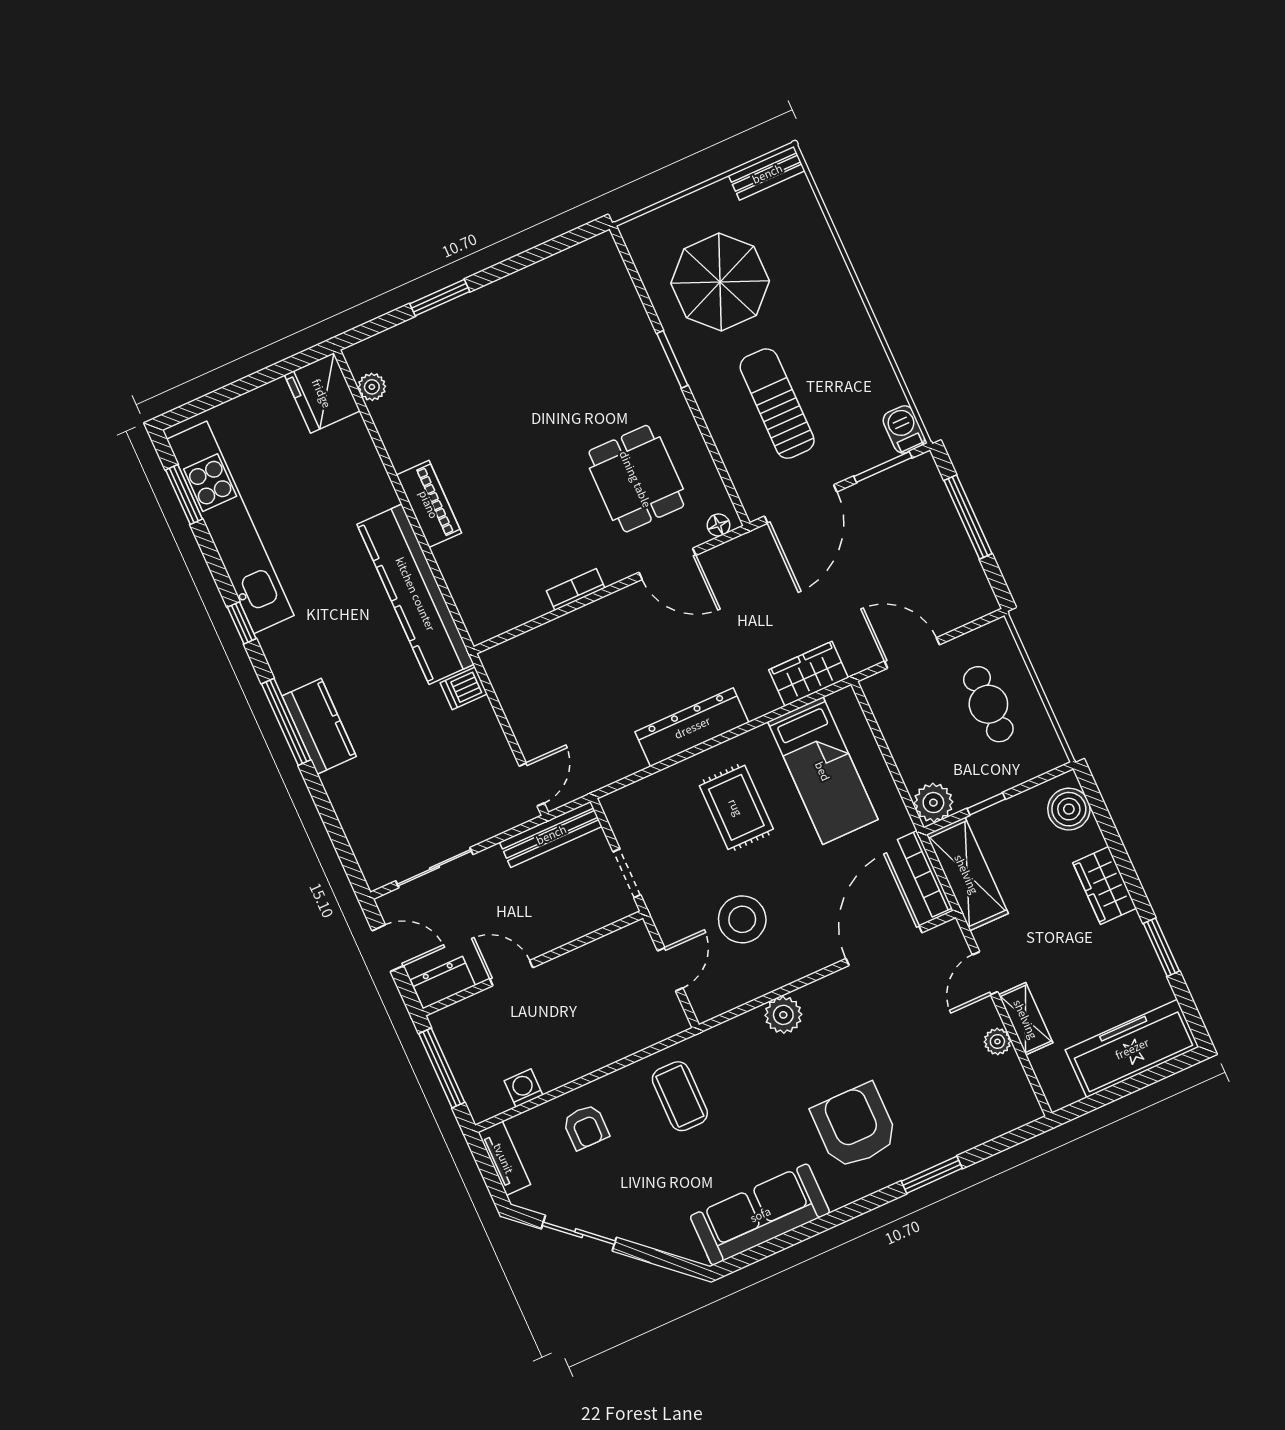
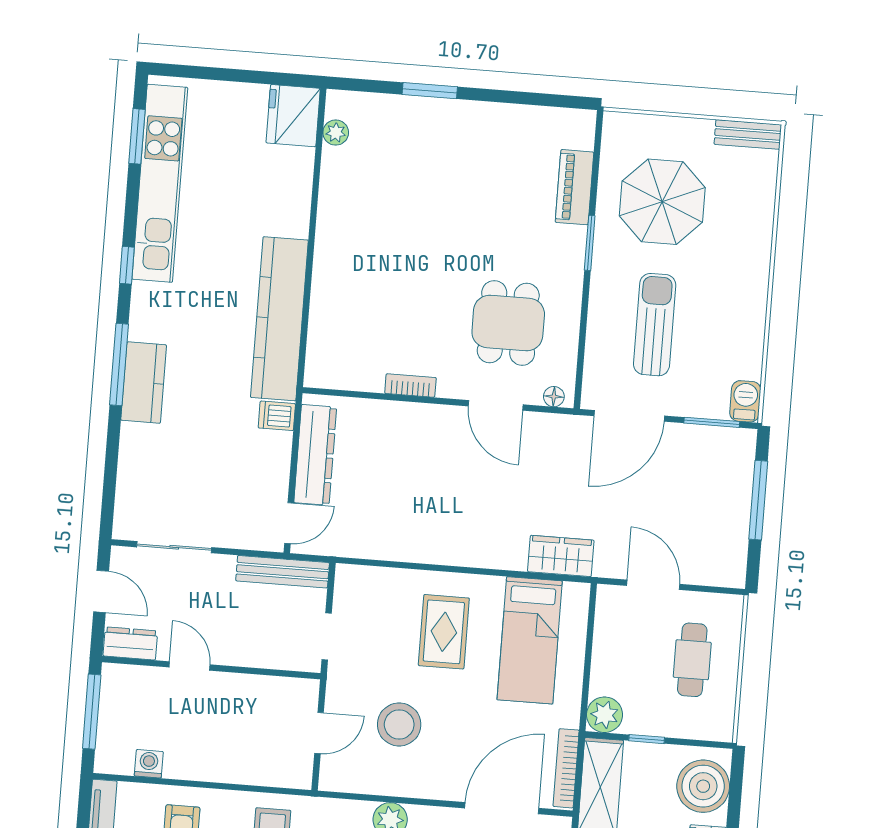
piano: (429, 504) -> (575, 187), moved, turned 180
dresser: (692, 727) -> (315, 455), moved, turned 90
boiler: (1069, 809) -> (703, 786), width x1.37, depth x1.37

